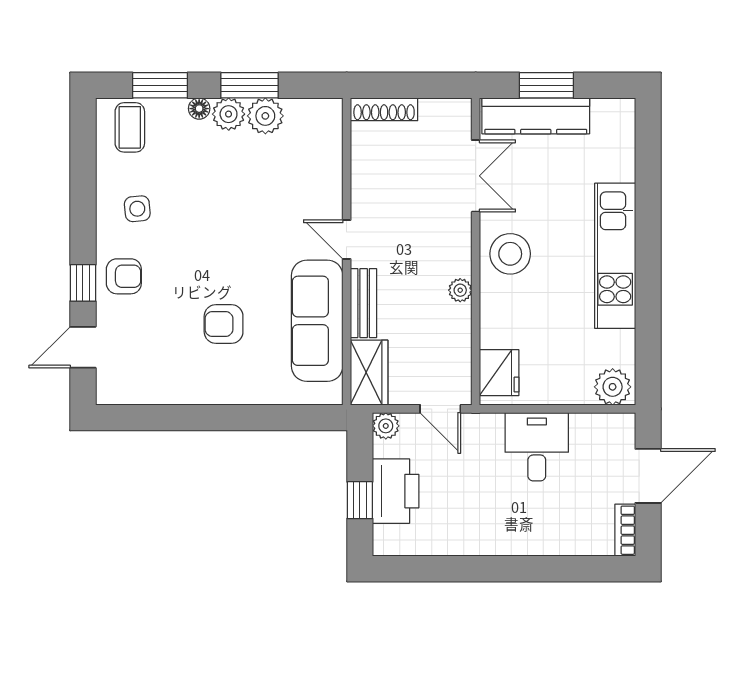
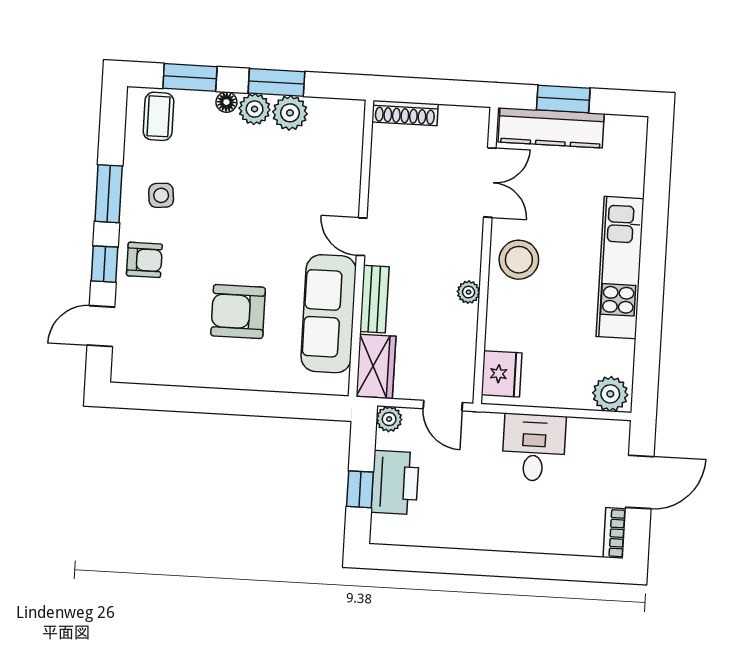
window: (83, 210) -> (109, 194), added
armchair: (224, 324) -> (238, 312), width x1.38, depth x1.38

